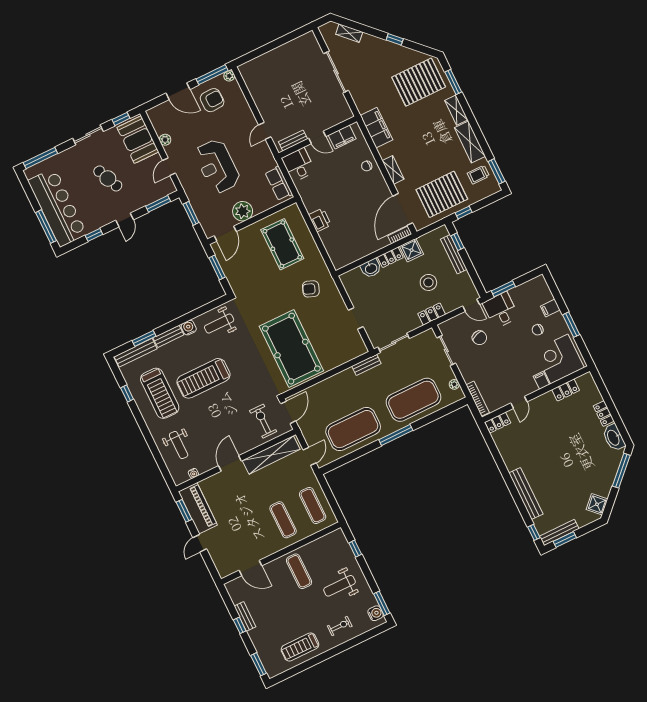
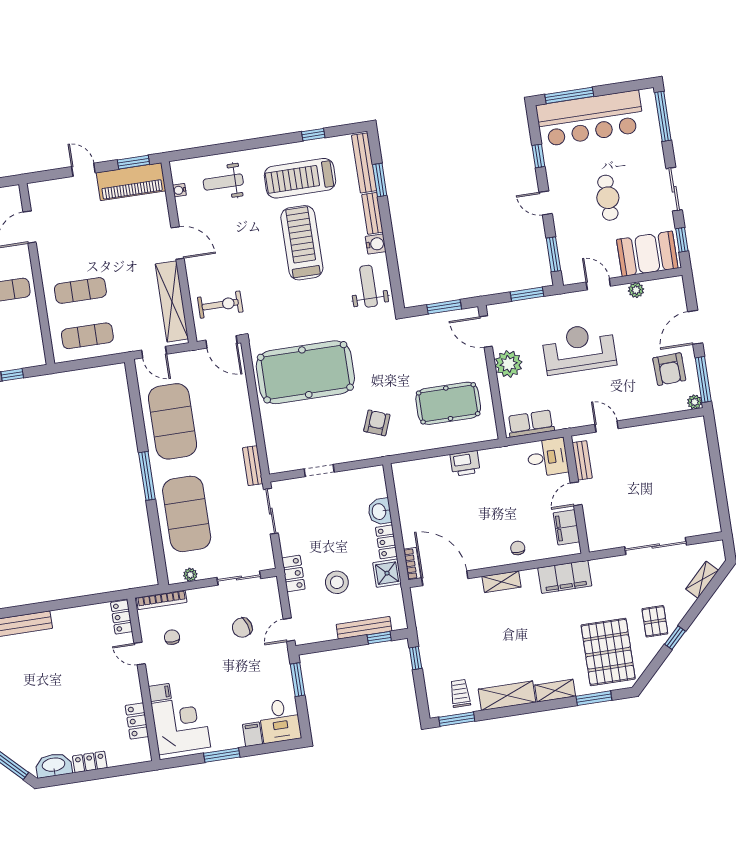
cafe table: (108, 178) -> (608, 198), turned -66
pallet: (442, 194) -> (655, 621), moved, width x0.49, depth x0.50
desk: (501, 310) -> (280, 721), moved, turned 90
chair: (538, 330) -> (172, 637), moved

